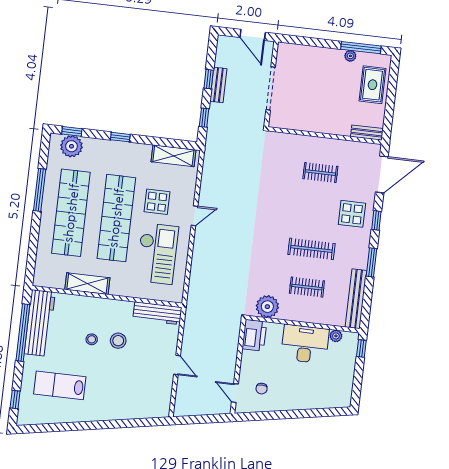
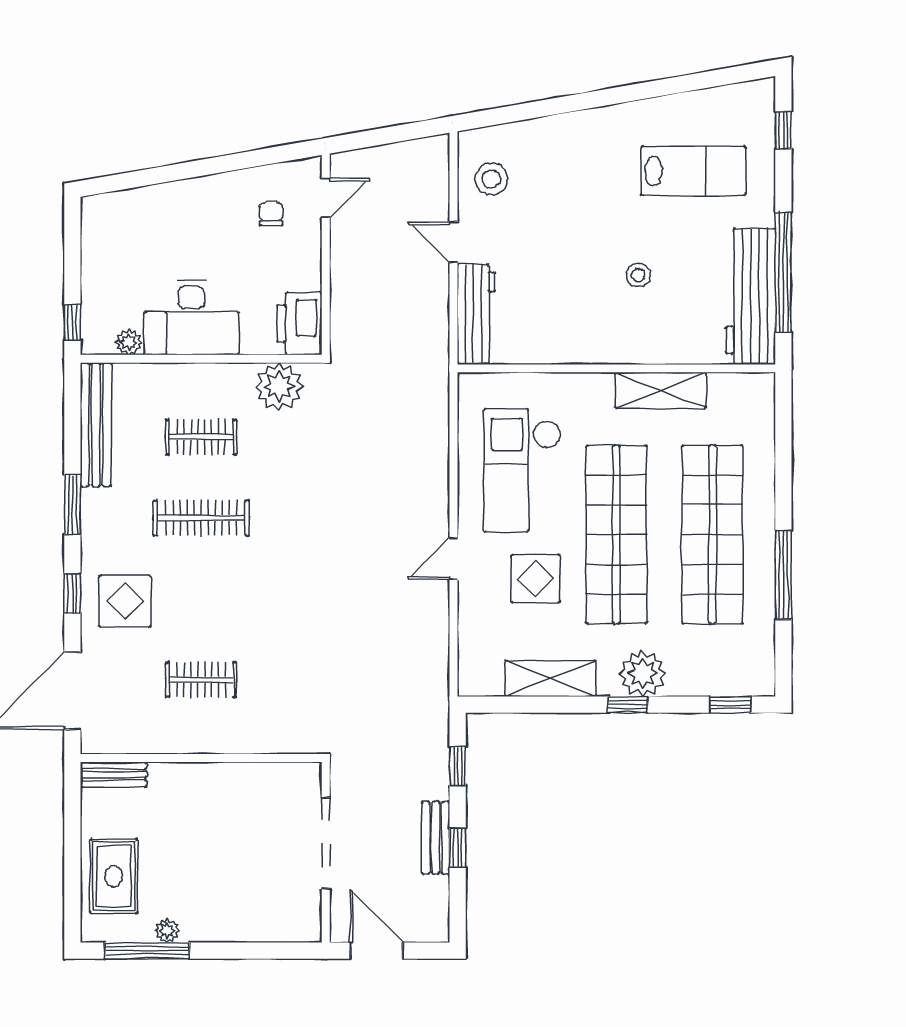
plant: (71, 146) -> (642, 674), moved
shelving: (173, 156) -> (551, 679), moved
workbench: (157, 313) -> (476, 314), moved, turned 90
stool: (118, 341) -> (491, 179), moved
door: (235, 393) -> (326, 198), hinge flipped

